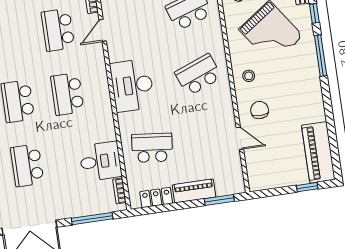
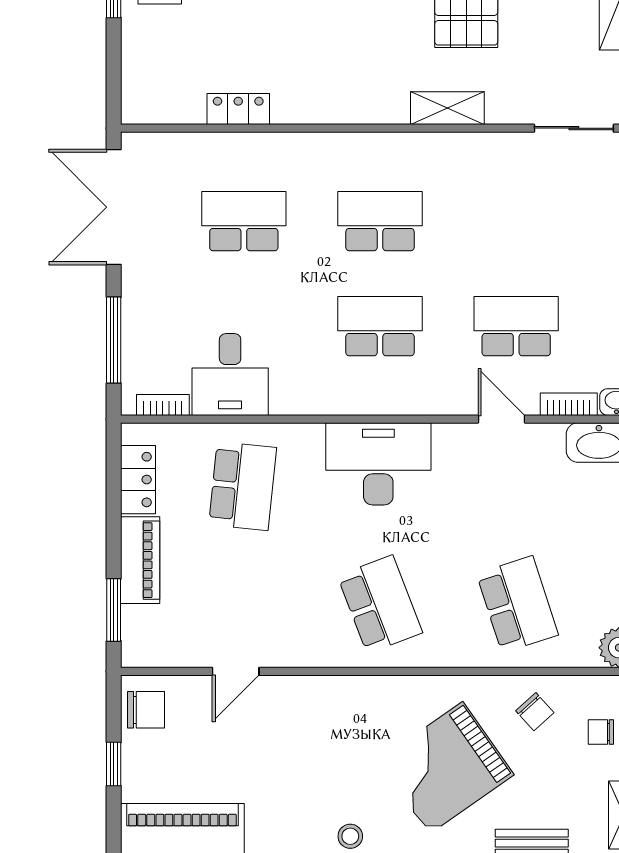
stool: (249, 76) -> (350, 836), moved
chair: (260, 110) -> (146, 710), moved
window: (307, 187) -> (114, 764), moved

